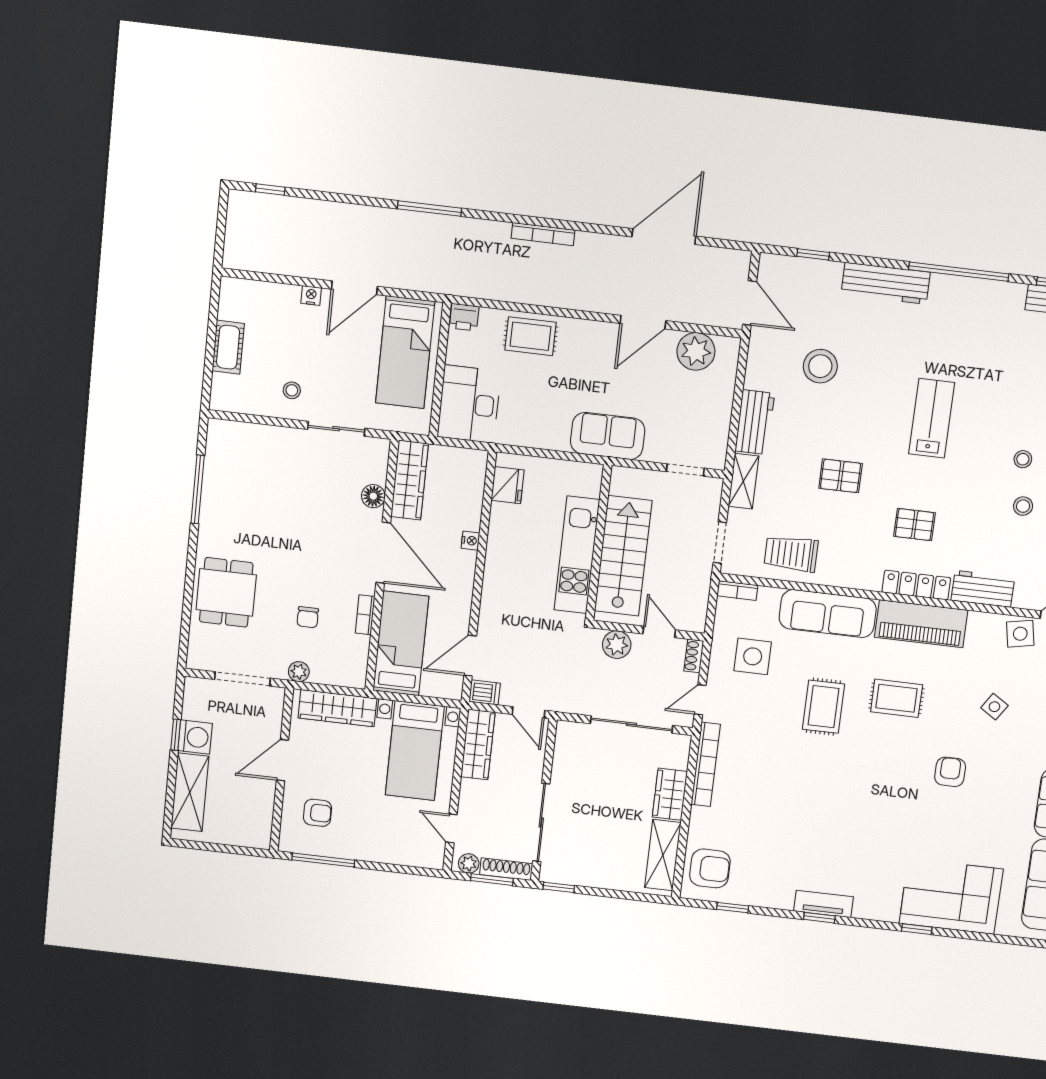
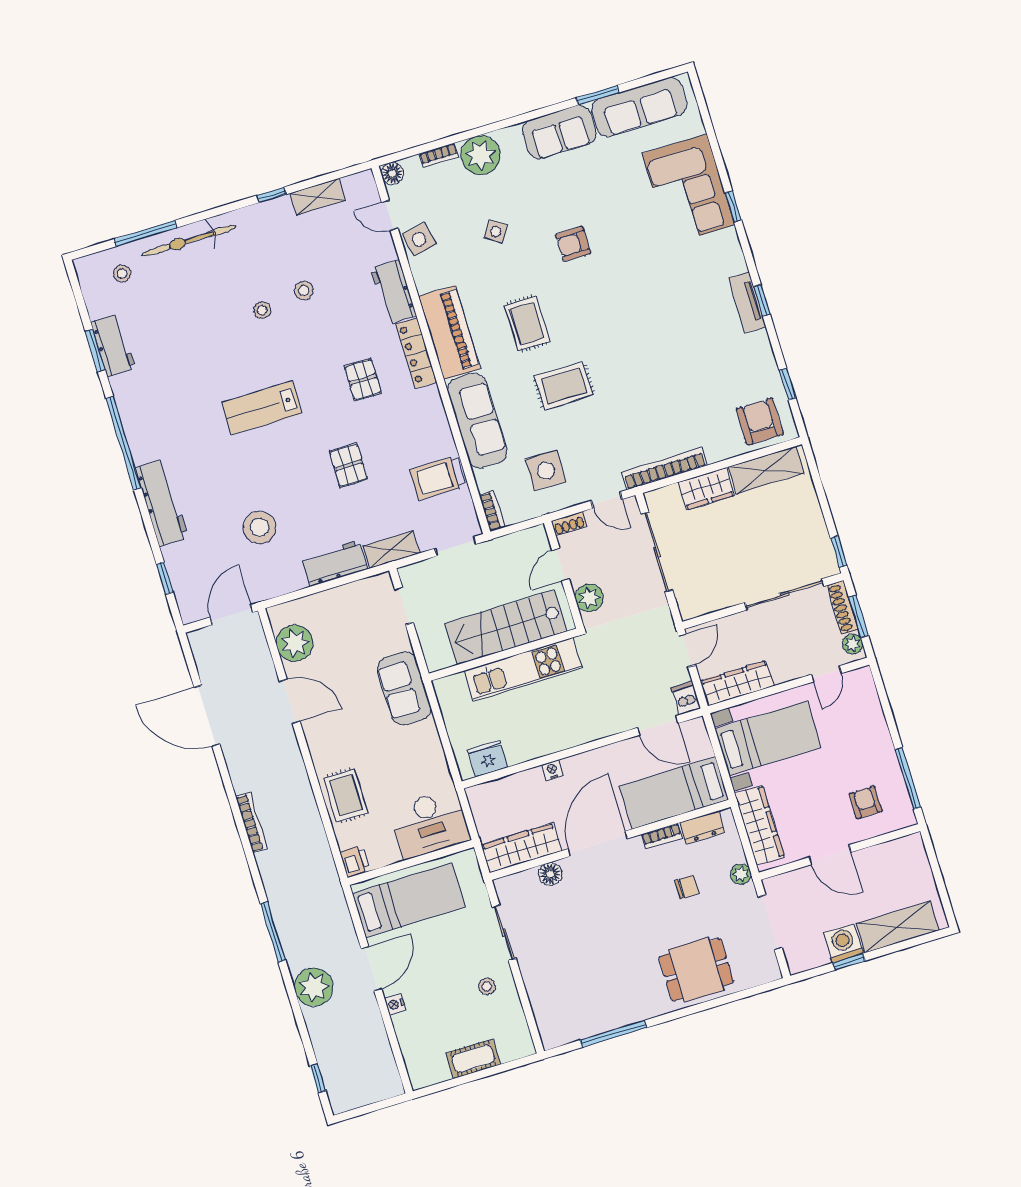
plant: (360, 225) -> (314, 987), added
door: (354, 288) -> (371, 969), hinge flipped
trolley: (791, 554) -> (438, 478), turned 90
dresser: (357, 656) -> (703, 827), added

